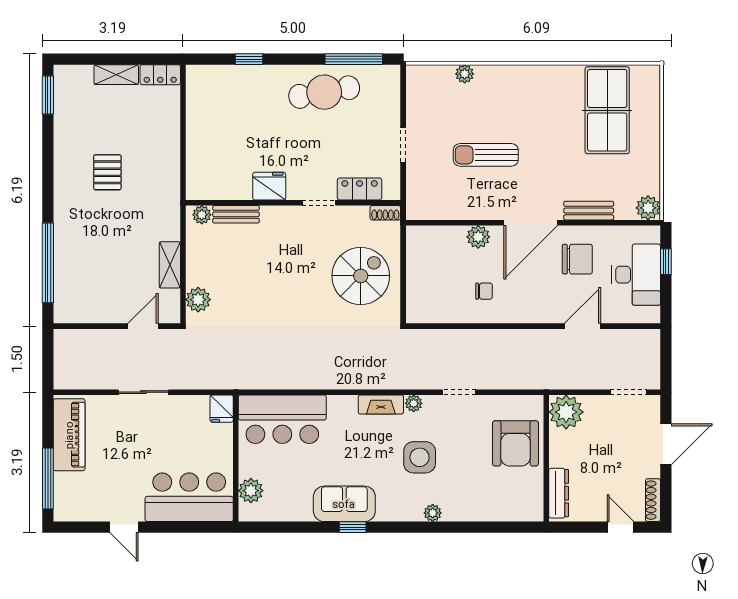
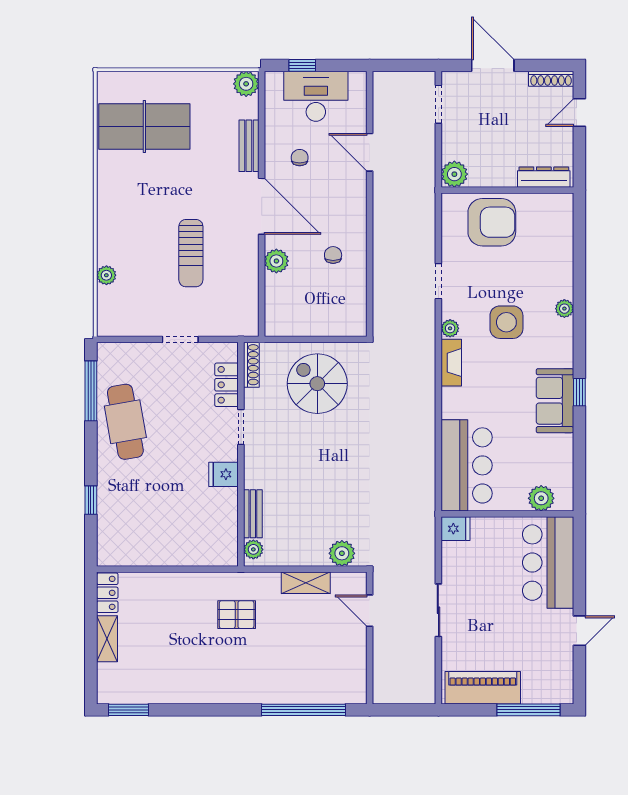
pallet: (107, 172) -> (237, 615), moved
fridge: (269, 186) -> (224, 474), width x0.72
shoe rack: (385, 213) -> (251, 365), width x1.43
chair: (577, 259) -> (300, 158), width x0.54, depth x0.54
plant: (566, 412) -> (454, 174), width x0.73, depth x0.73

